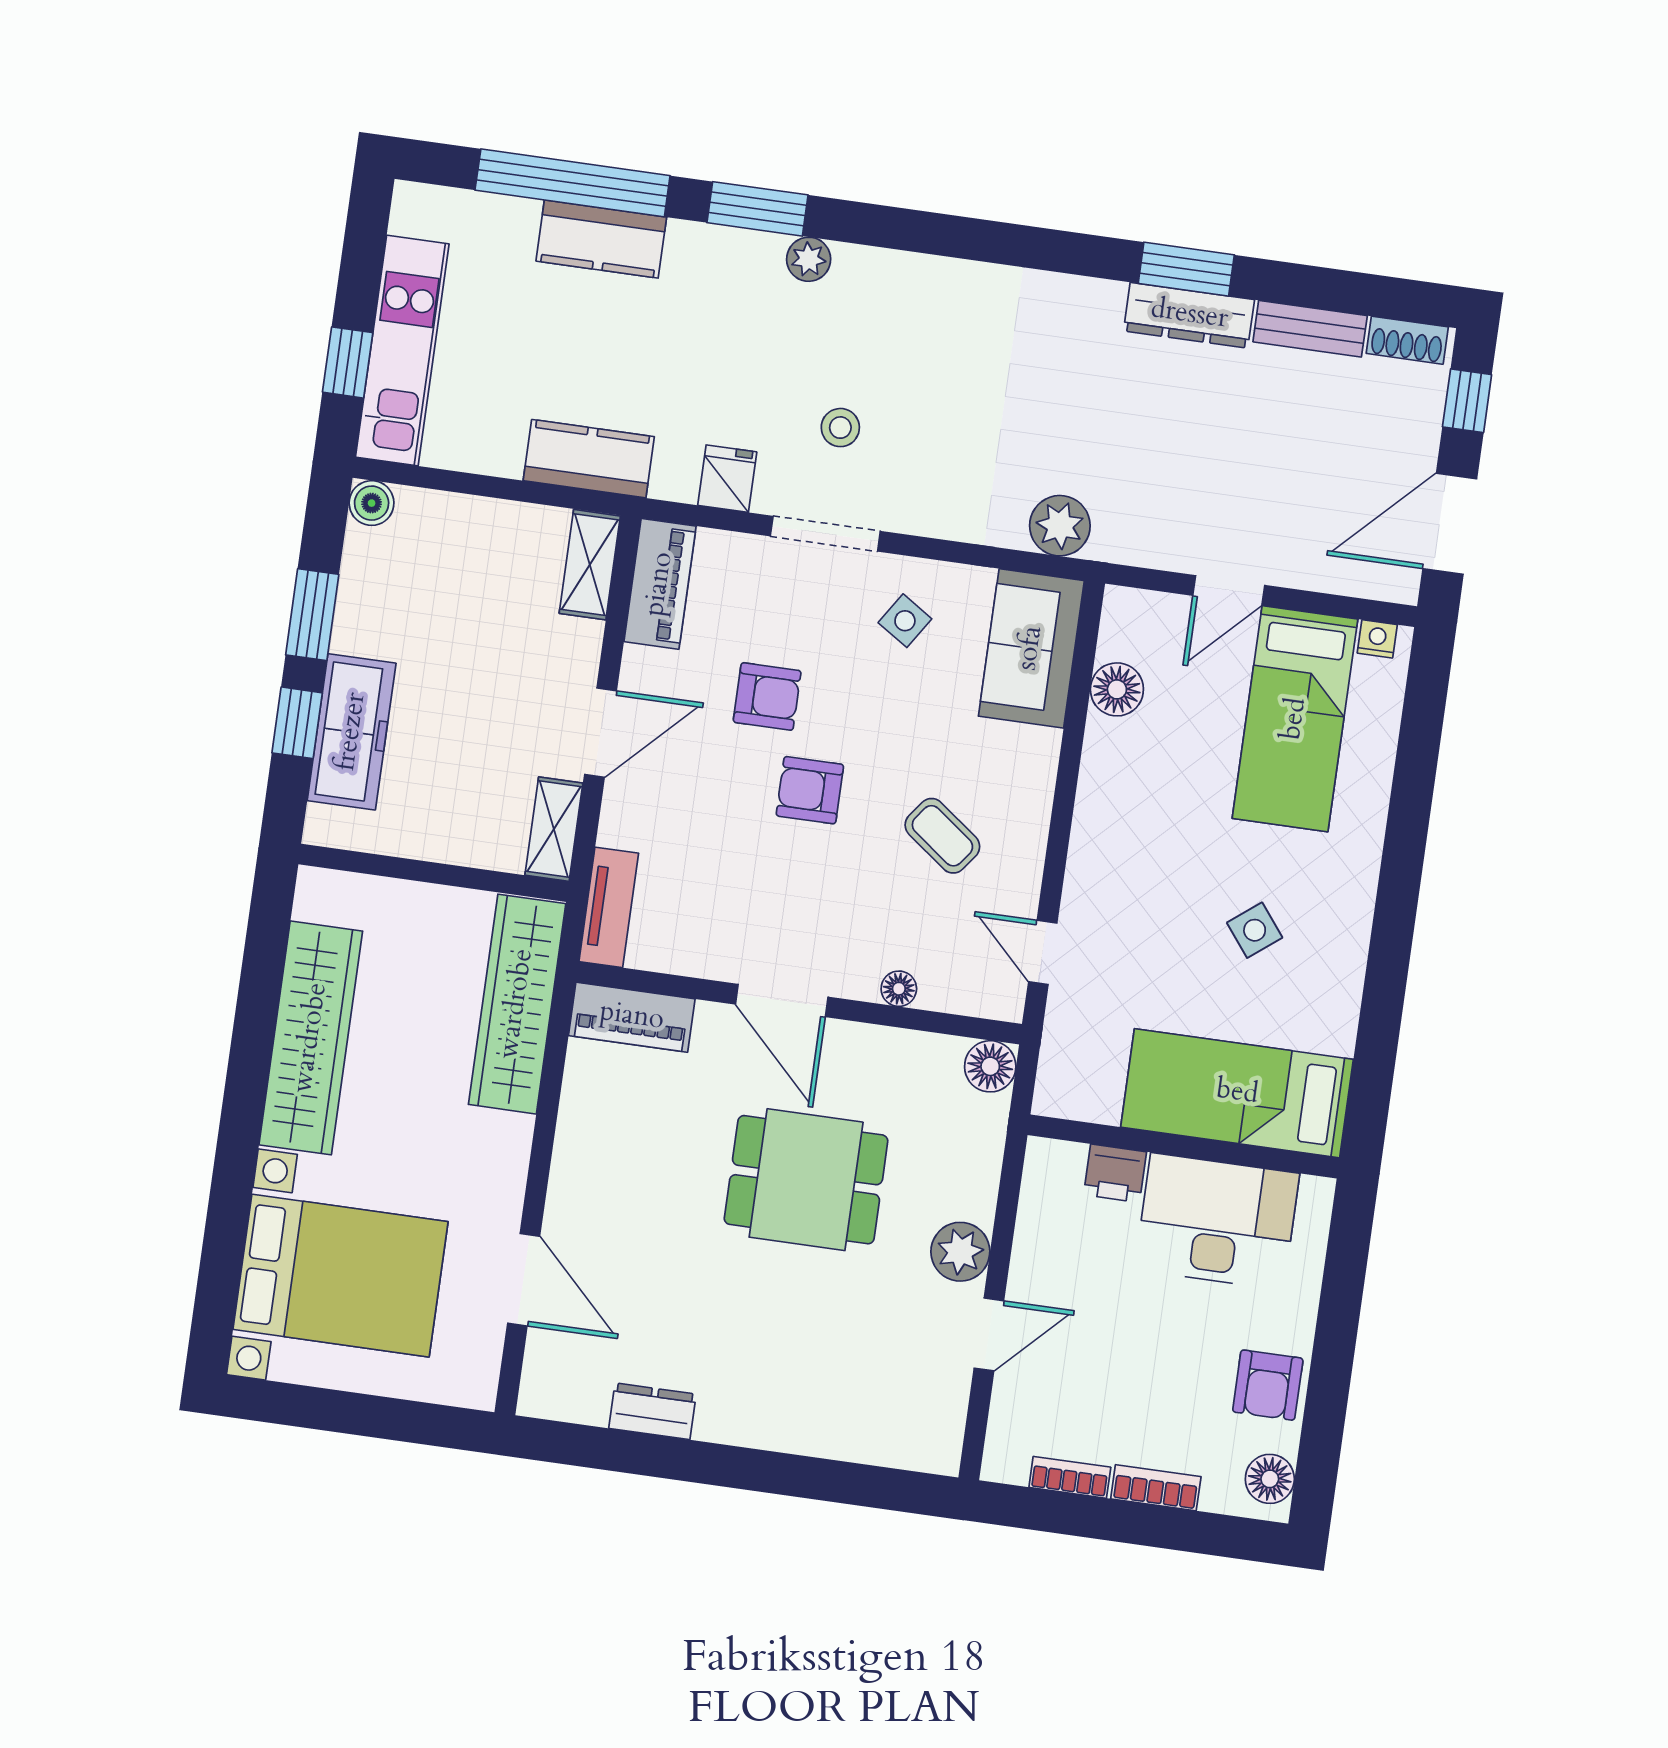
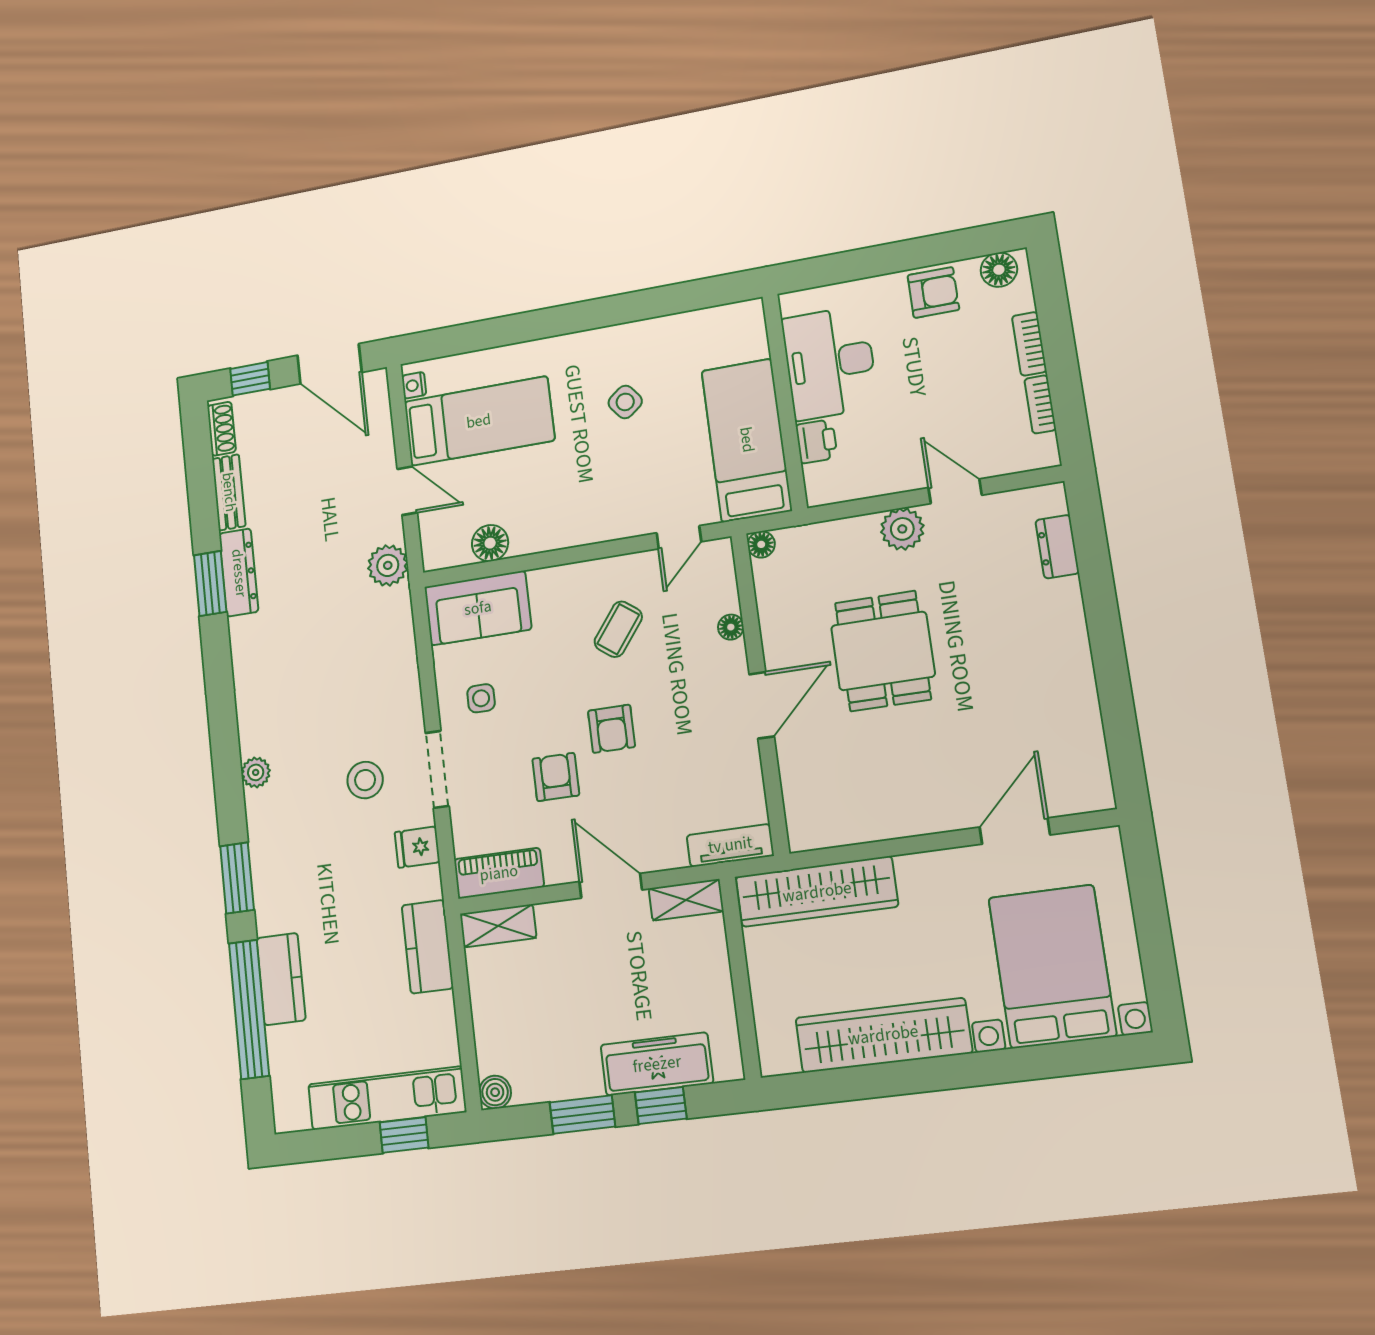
plant: (809, 259) -> (256, 772), moved
stool: (840, 428) -> (365, 780), width x1.37, depth x1.37
plant: (1060, 526) -> (388, 565), moved
side table: (905, 621) -> (481, 698), turned -33
piano: (632, 1017) -> (803, 807), removed
floor lamp: (990, 1066) -> (761, 544), width x0.73, depth x0.73
bed: (1237, 1093) -> (747, 440), moved, turned 180
dresser: (652, 1411) -> (1057, 547), moved

